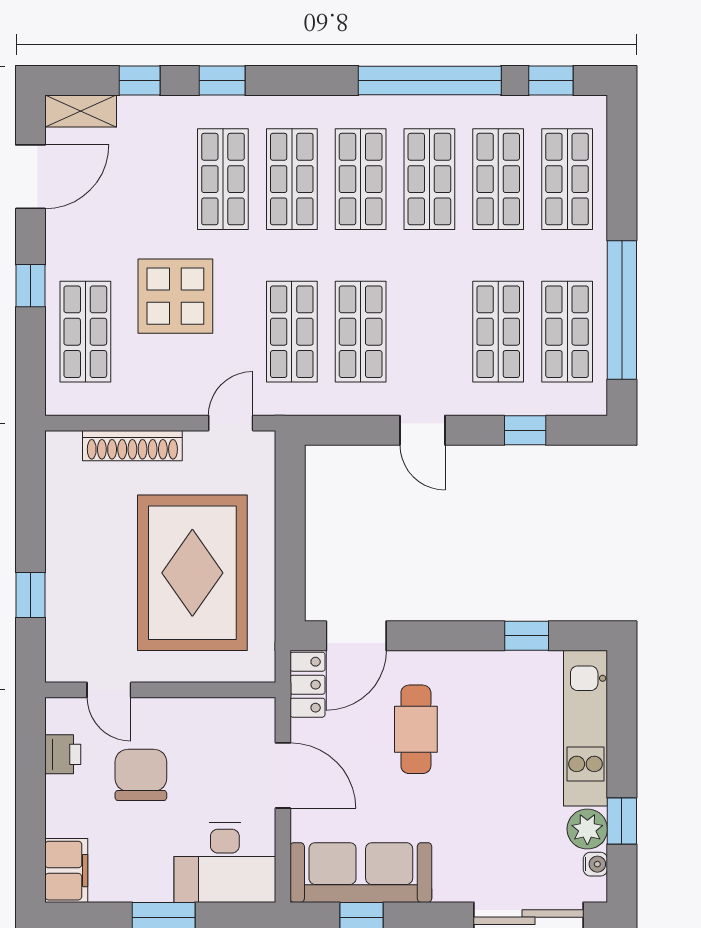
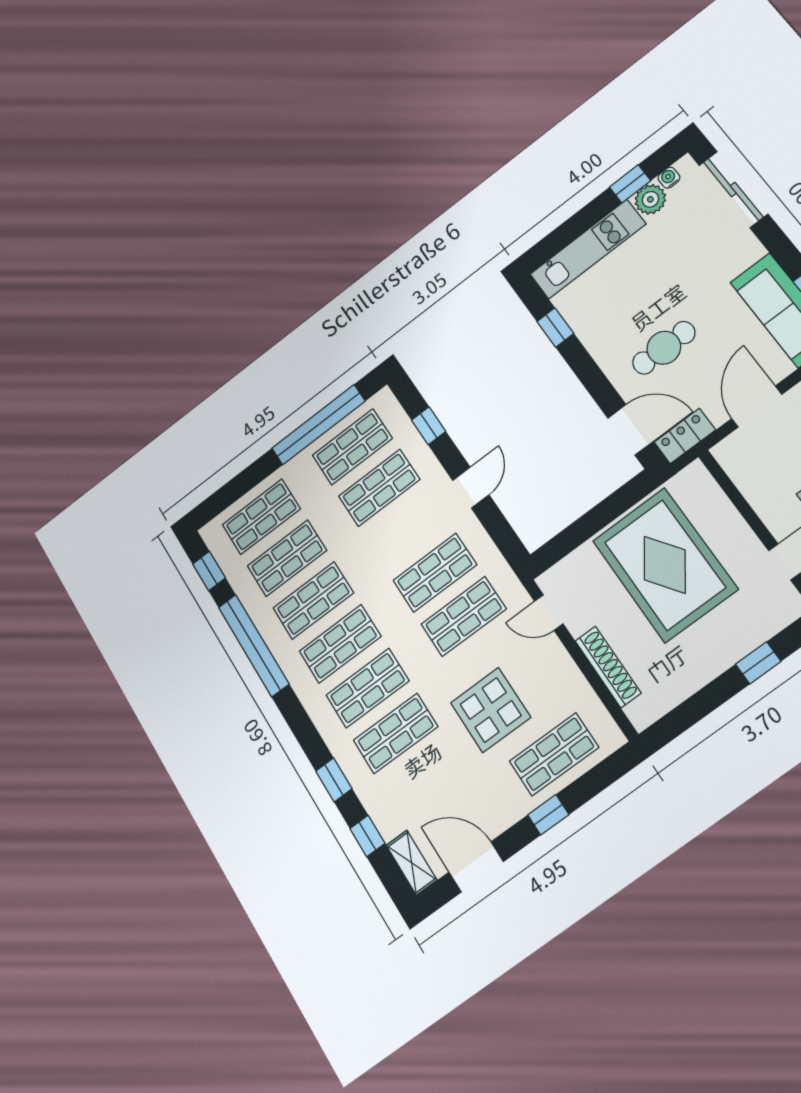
rug: (192, 573) -> (665, 565), turned 90

